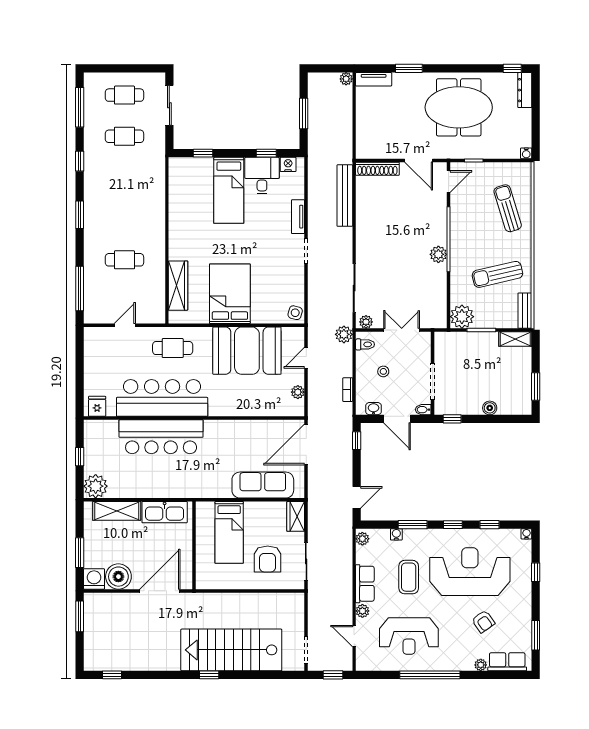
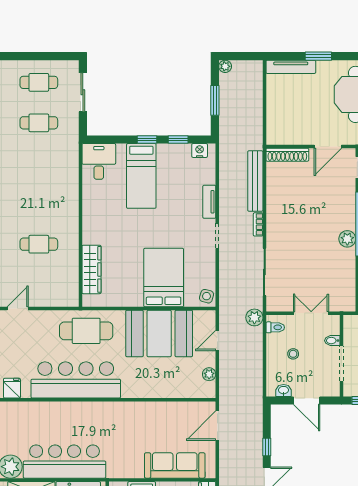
plant: (346, 79) -> (225, 66), moved
tv unit: (374, 79) -> (291, 67), width x1.41
window: (203, 153) -> (147, 139), moved
door: (419, 160) -> (328, 147), hinge flipped
desk: (262, 176) -> (99, 161), moved
bed: (230, 294) -> (164, 278), moved
plant: (366, 322) -> (276, 305), removed
door: (125, 325) -> (18, 309), moved
cafe table: (173, 348) -> (86, 331), width x1.37, depth x1.35
bookcase: (348, 390) -> (258, 224), moved
bidet: (423, 410) -> (332, 341), moved
bar counter: (161, 437) -> (65, 462), moved, turned 180
window: (357, 441) -> (267, 447), moved
door: (306, 445) -> (217, 426), width x0.73

